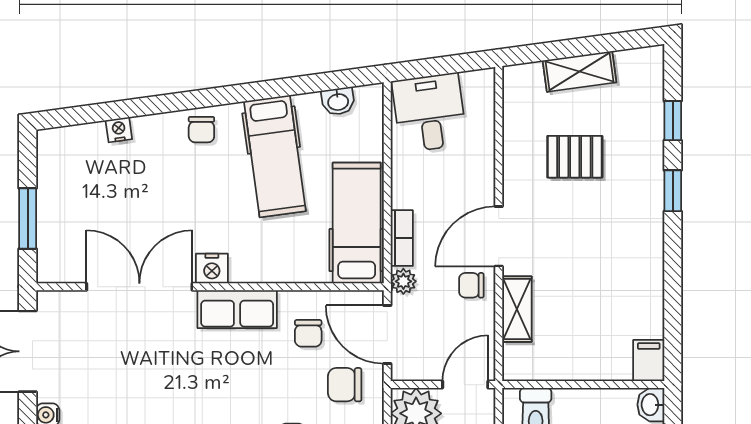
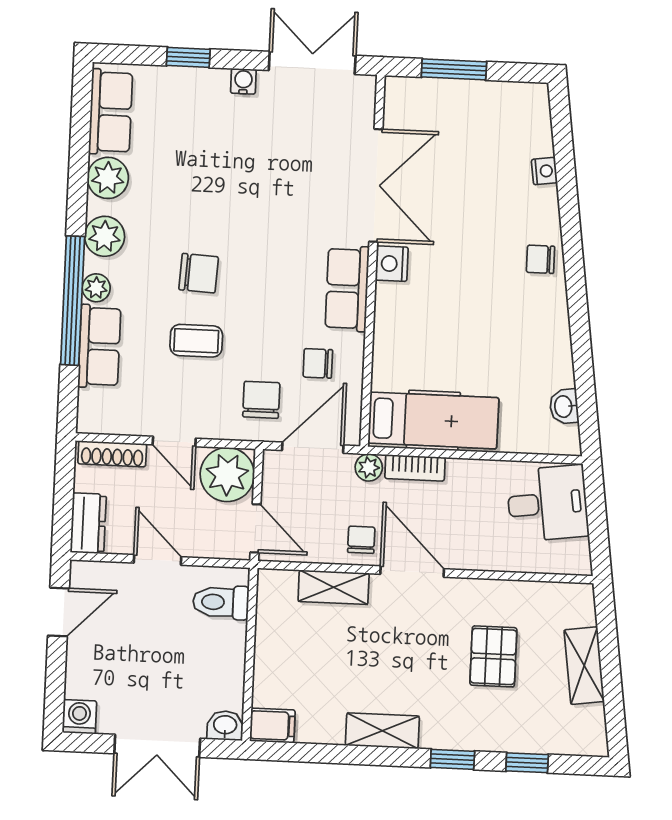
hospital bed: (275, 156) -> (509, 336), removed
shelving: (649, 257) -> (382, 731), added

